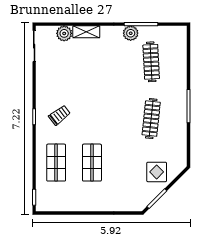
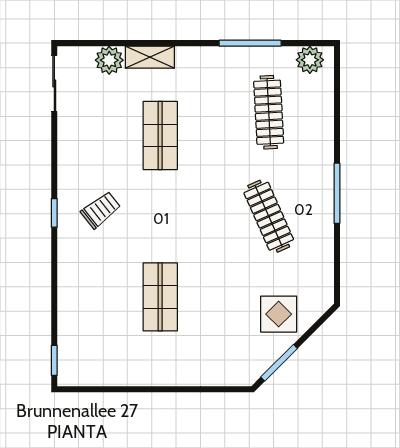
plant: (131, 33) -> (310, 60), moved
clothes rail: (151, 119) -> (269, 216), turned -30
shop shelf: (56, 163) -> (160, 135), moved

